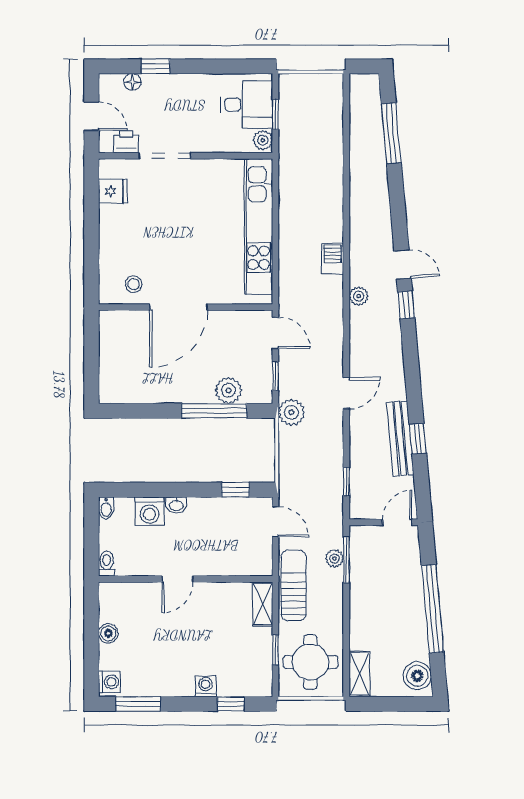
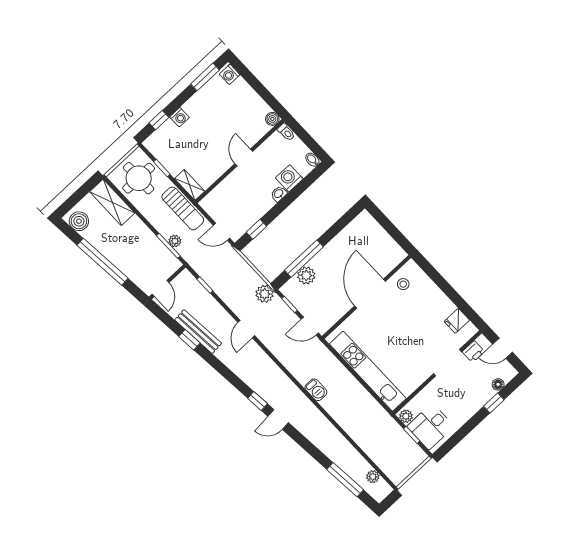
plant: (359, 296) -> (373, 477), moved
boiler: (108, 633) -> (272, 119), moved
shelving: (359, 674) -> (112, 202), width x1.50, depth x1.33

